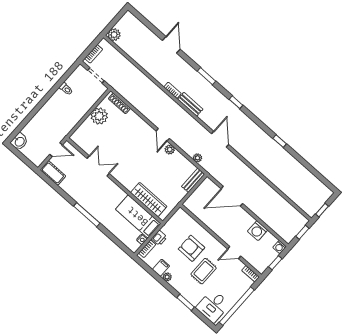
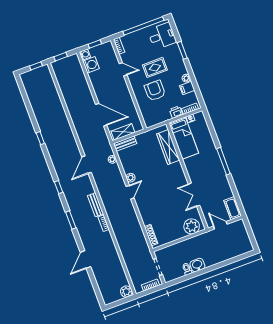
plant: (99, 116) -> (192, 226), moved
washbasin: (19, 142) -> (197, 265), moved
shelving: (201, 191) -> (123, 132), added
washing machine: (258, 231) -> (91, 65), moved
armchair: (191, 248) -> (155, 91), turned 180

